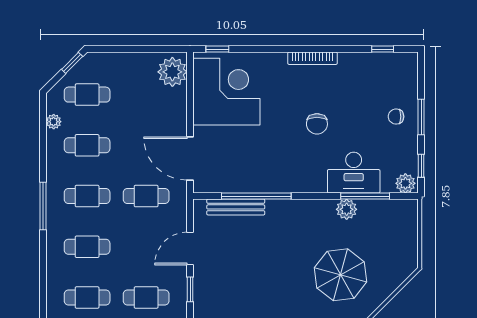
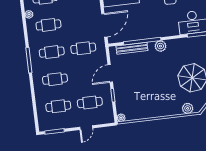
door: (190, 159) -> (104, 25), swing flipped
plant: (347, 209) -> (160, 46), moved

